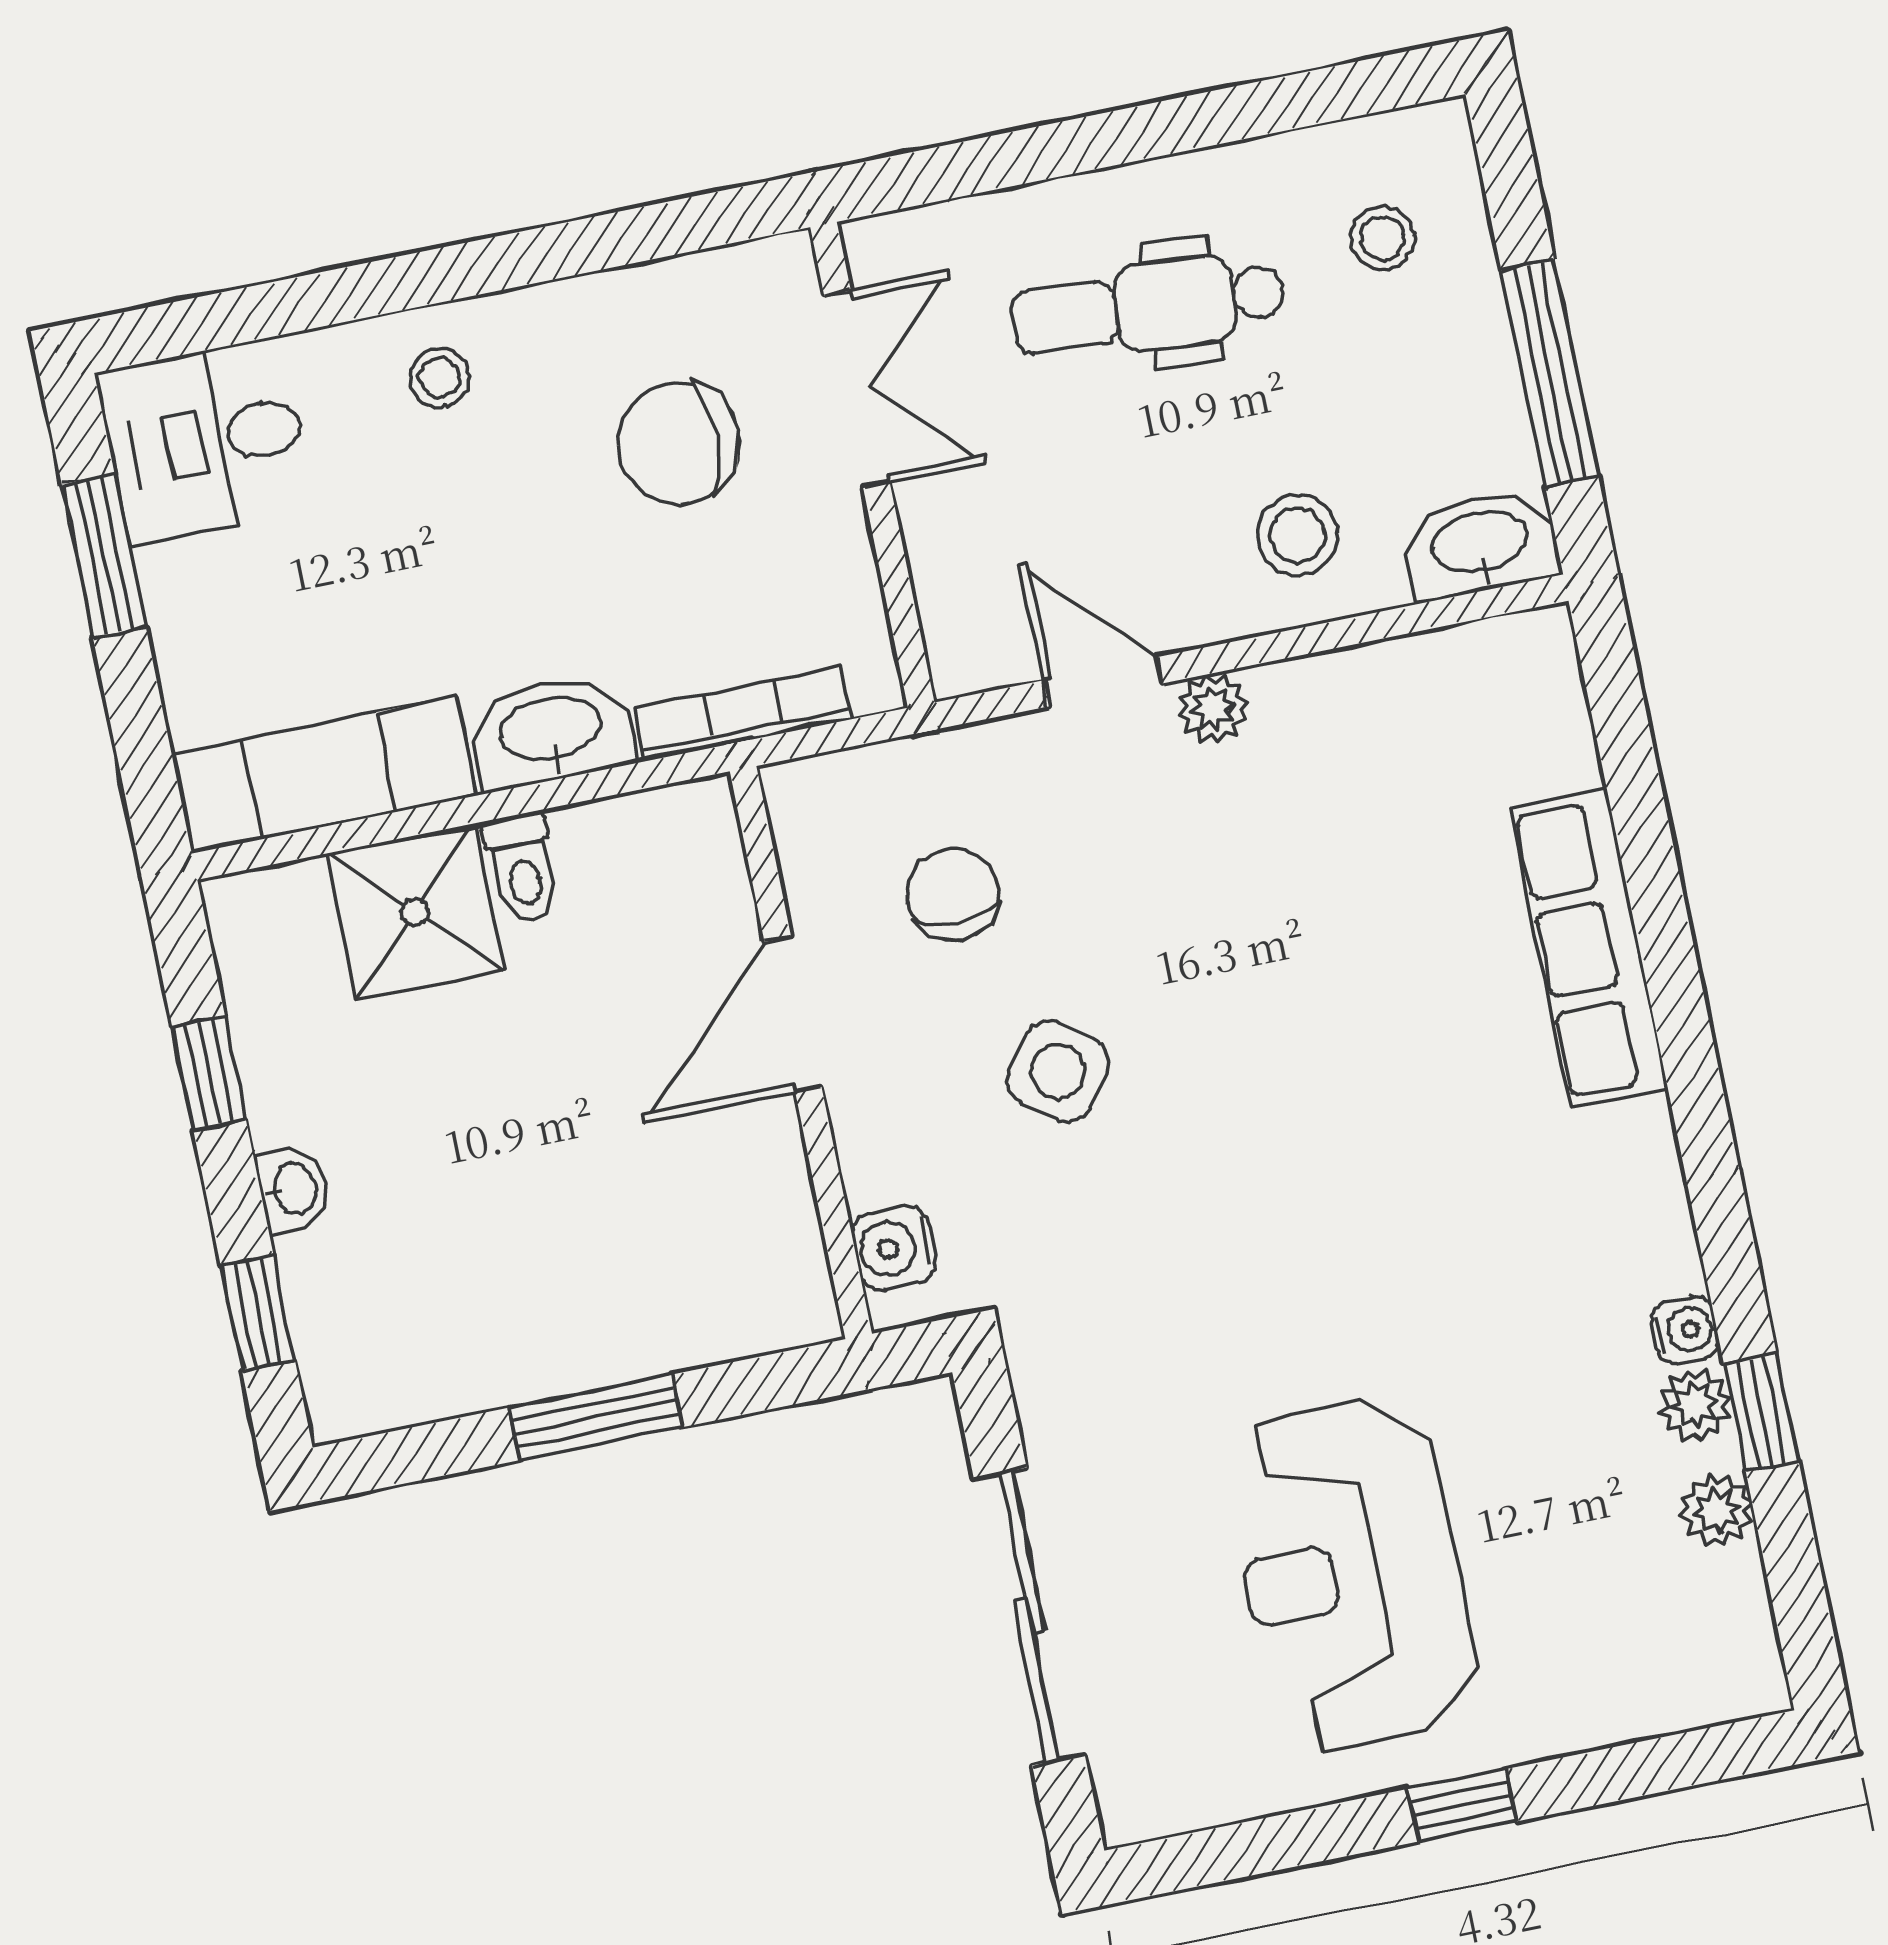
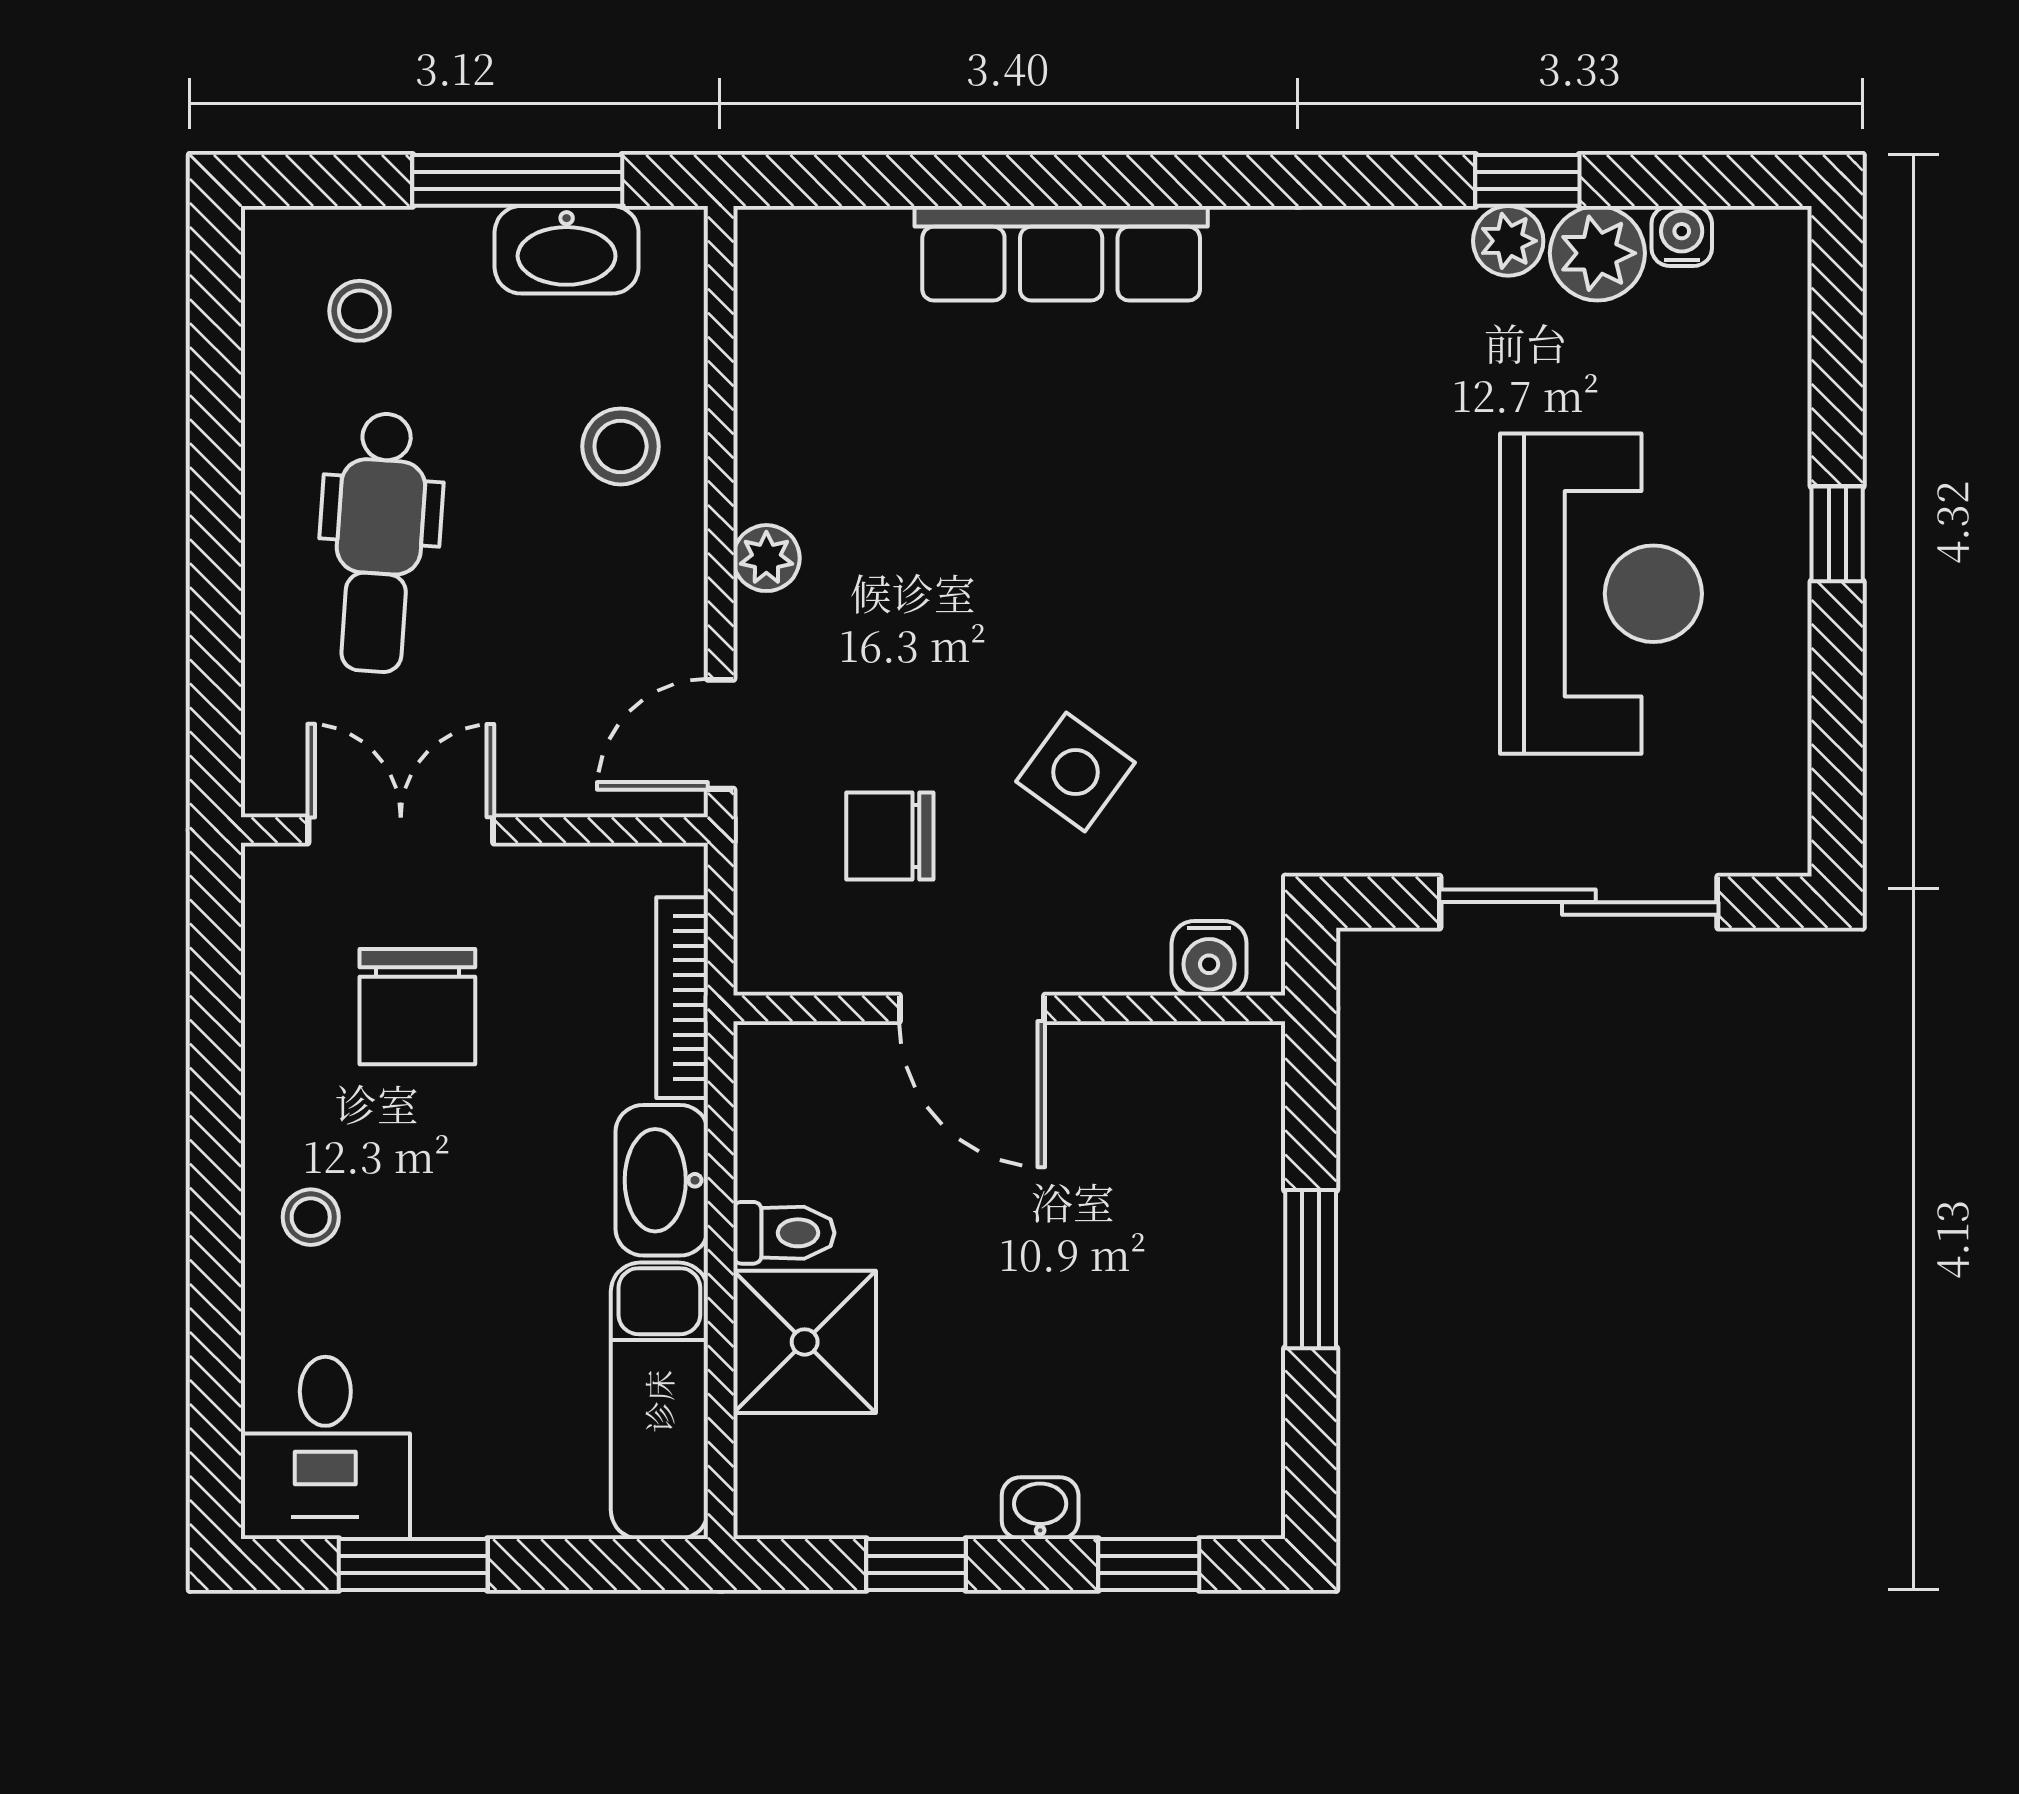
washbasin: (1480, 544) -> (567, 250), moved, turned -90
door: (1103, 682) -> (721, 734), moved
water cooler: (1685, 1330) -> (1682, 236), moved
plant: (1717, 1510) -> (1597, 253), width x1.38, depth x1.38
reception desk: (1351, 1575) -> (1601, 594), turned -90

